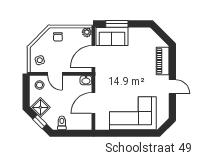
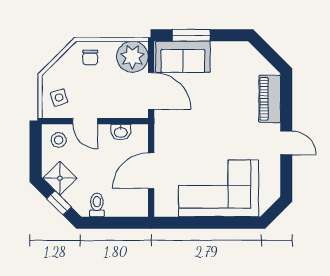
plant: (87, 32) -> (132, 57), width x1.87, depth x1.87
door: (93, 56) -> (151, 91), swing flipped
washbasin: (86, 80) -> (121, 132), moved

